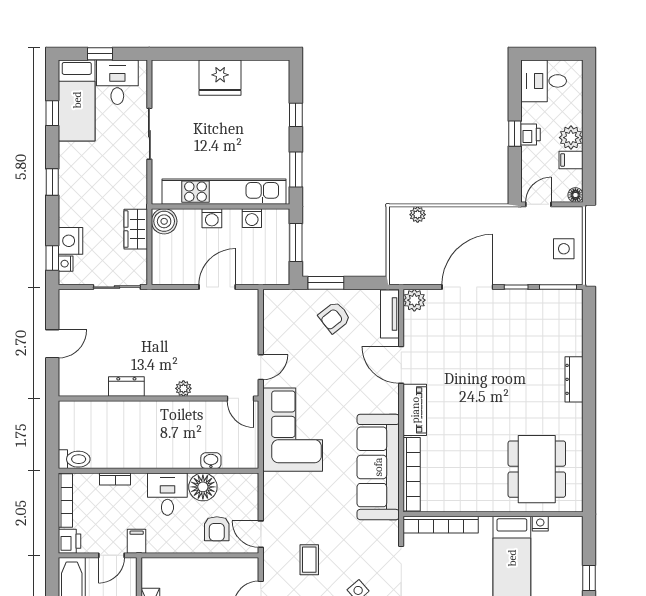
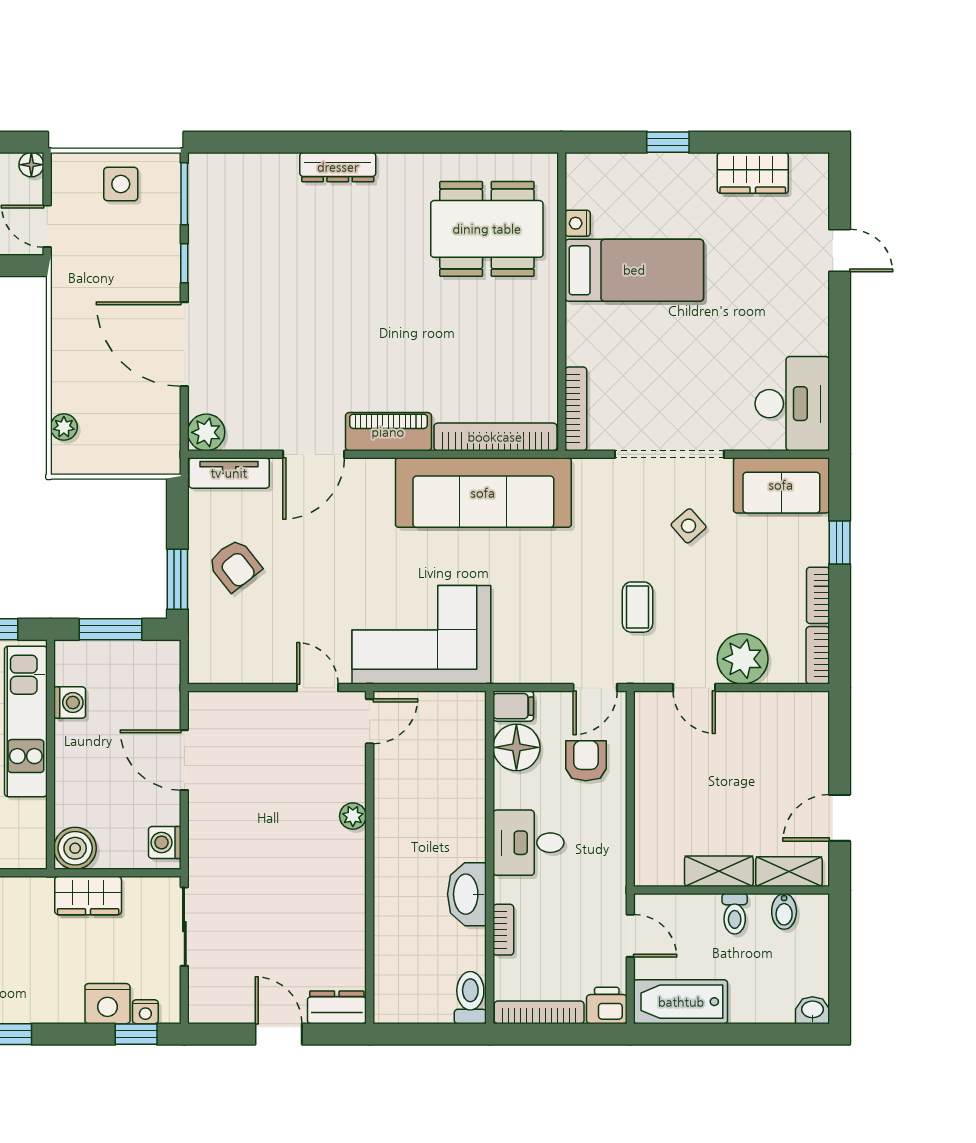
kitchen unit: (224, 192) -> (26, 721), width x0.73
washing machine: (212, 218) -> (165, 842), moved, turned 180
dresser: (126, 387) -> (337, 1007), moved, turned 90
washbasin: (211, 461) -> (467, 894), moved, width x1.91, depth x1.45
floor lamp: (203, 487) -> (516, 747), moved
bookcase: (441, 525) -> (576, 409), width x0.68, depth x0.76
armchair: (217, 529) -> (586, 761), turned -90
filing cabinet: (137, 541) -> (513, 706), moved, turned 180
coffee table: (309, 560) -> (638, 607), turned 90

